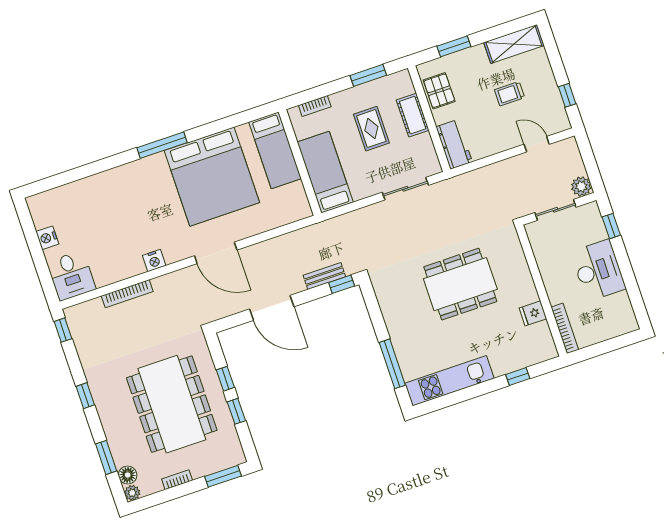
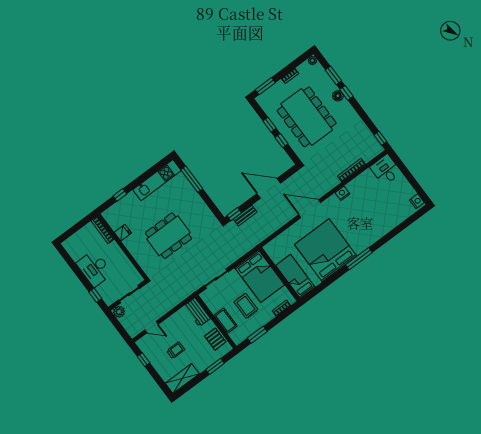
bed: (325, 172) -> (260, 276), width x1.50
nightstand: (47, 238) -> (417, 201), moved
window: (85, 396) -> (346, 93), moved
floor lamp: (128, 475) -> (338, 96), moved

